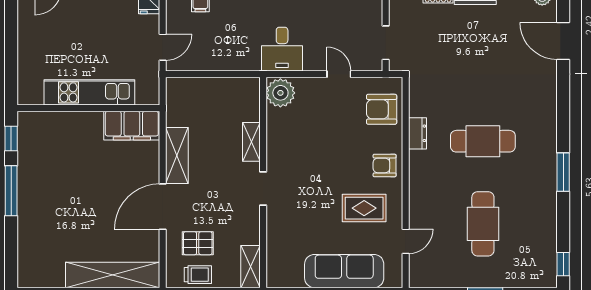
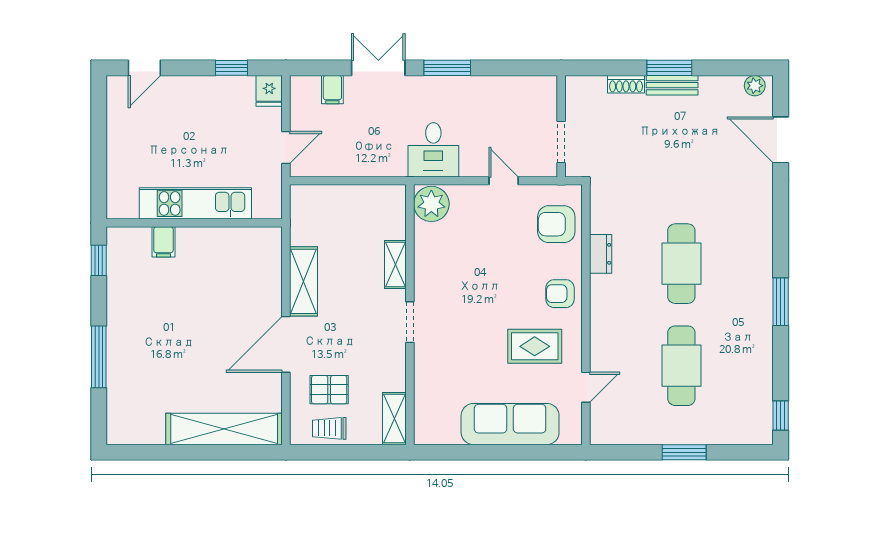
filing cabinet: (132, 126) -> (164, 242), moved, width x0.33, depth x0.86
cafe table: (483, 141) -> (681, 264), turned 90
window: (11, 191) -> (99, 357), moved
trolley: (198, 275) -> (329, 428), turned 180

